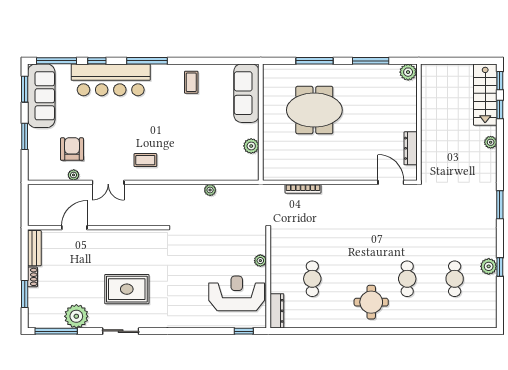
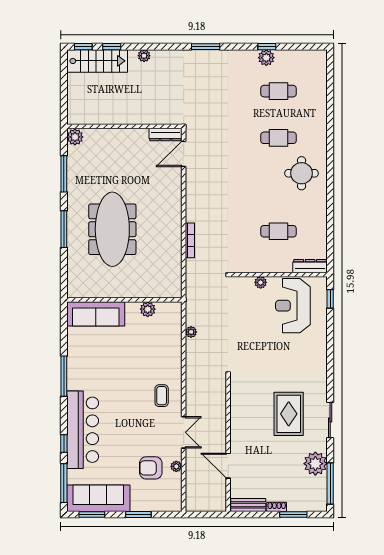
window: (147, 61) -> (64, 376), moved
coffee table: (191, 82) -> (85, 350), removed
sofa: (246, 93) -> (96, 314), moved
meeting table: (314, 110) -> (112, 229), width x1.36
wall: (261, 122) -> (124, 300), moved
plant: (251, 146) -> (148, 309), moved
dresser: (411, 148) -> (165, 135), moved

